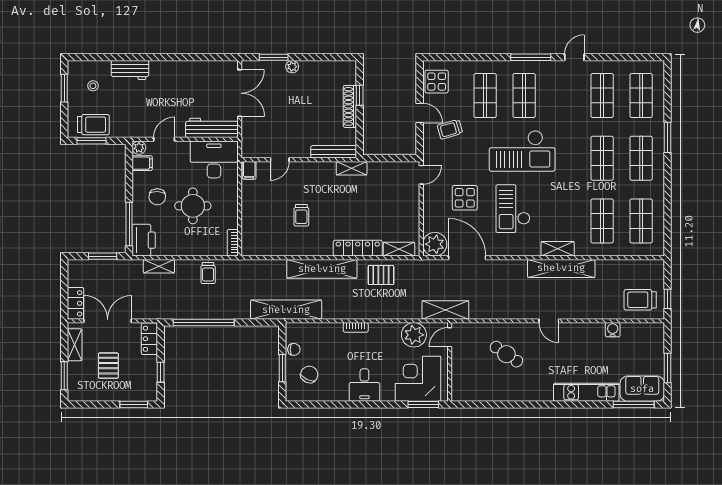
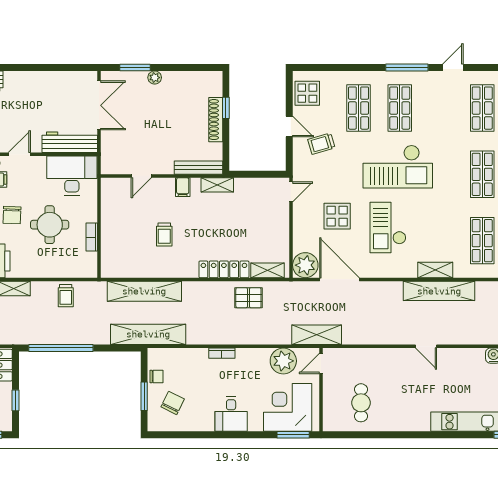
filing cabinet: (249, 170) -> (183, 187), moved
bookcase: (233, 243) -> (92, 237), moved
shelving: (322, 269) -> (144, 291), moved
cafe table: (506, 354) -> (361, 403), moved, turned 56

